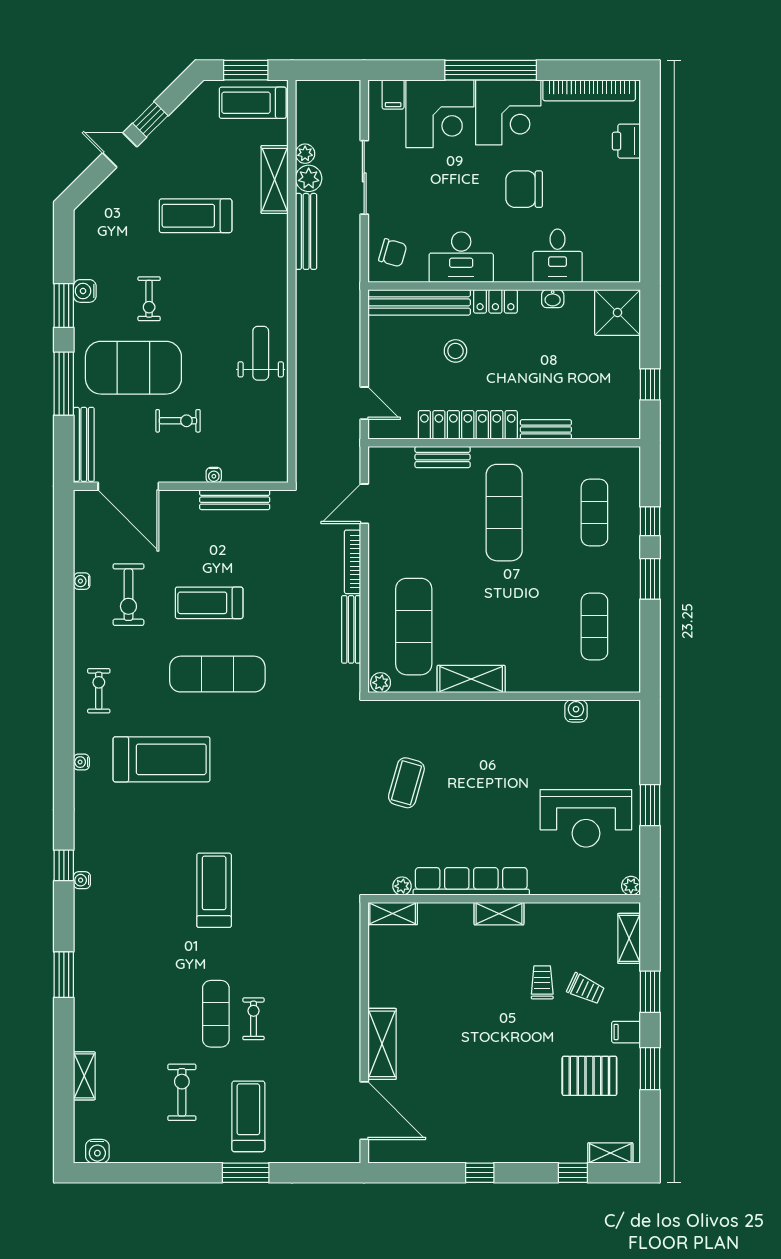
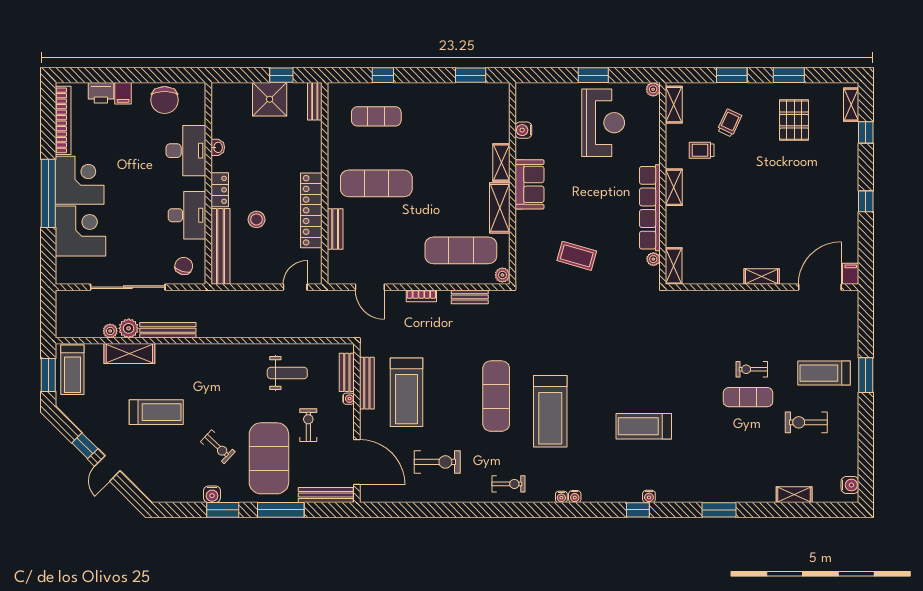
filing cabinet: (393, 94) -> (123, 93), moved, turned 90
sliding door: (364, 177) -> (128, 287), width x1.36
chair: (524, 189) -> (165, 100), moved
treadmill: (196, 216) -> (156, 412), turned -90
desk: (558, 256) -> (186, 151), width x1.37
exercise bike: (149, 299) -> (218, 447), turned 43
shower: (618, 313) -> (270, 99), moved
weight bench: (261, 353) -> (287, 373), moved, turned 180
bench: (546, 429) -> (315, 101), moved
bench: (249, 473) -> (347, 372), added
door: (128, 486) -> (357, 462), hinge flipped
bookcase: (352, 562) -> (421, 296), width x0.64
window: (650, 579) -> (471, 75), moved
water cooler: (82, 581) -> (575, 497), moved
treadmill: (209, 603) -> (406, 392), moved, width x1.37, depth x1.38
exercise mat: (594, 627) -> (461, 116), removed
bench: (351, 629) -> (470, 297), width x0.73
shelving: (532, 681) -> (501, 162), added
exercise bike: (99, 691) -> (508, 484), turned 180
sofa: (503, 719) -> (530, 184), added
treadmill: (162, 759) -> (550, 411), moved, turned 180
treadmill: (214, 890) -> (644, 426), moved
shelving: (629, 938) -> (674, 105), moved, turned 90
trolley: (542, 982) -> (702, 150), moved
filing cabinet: (626, 1032) -> (851, 274), moved, turned 180
shelving: (382, 1044) -> (762, 277), width x0.67, depth x0.75

